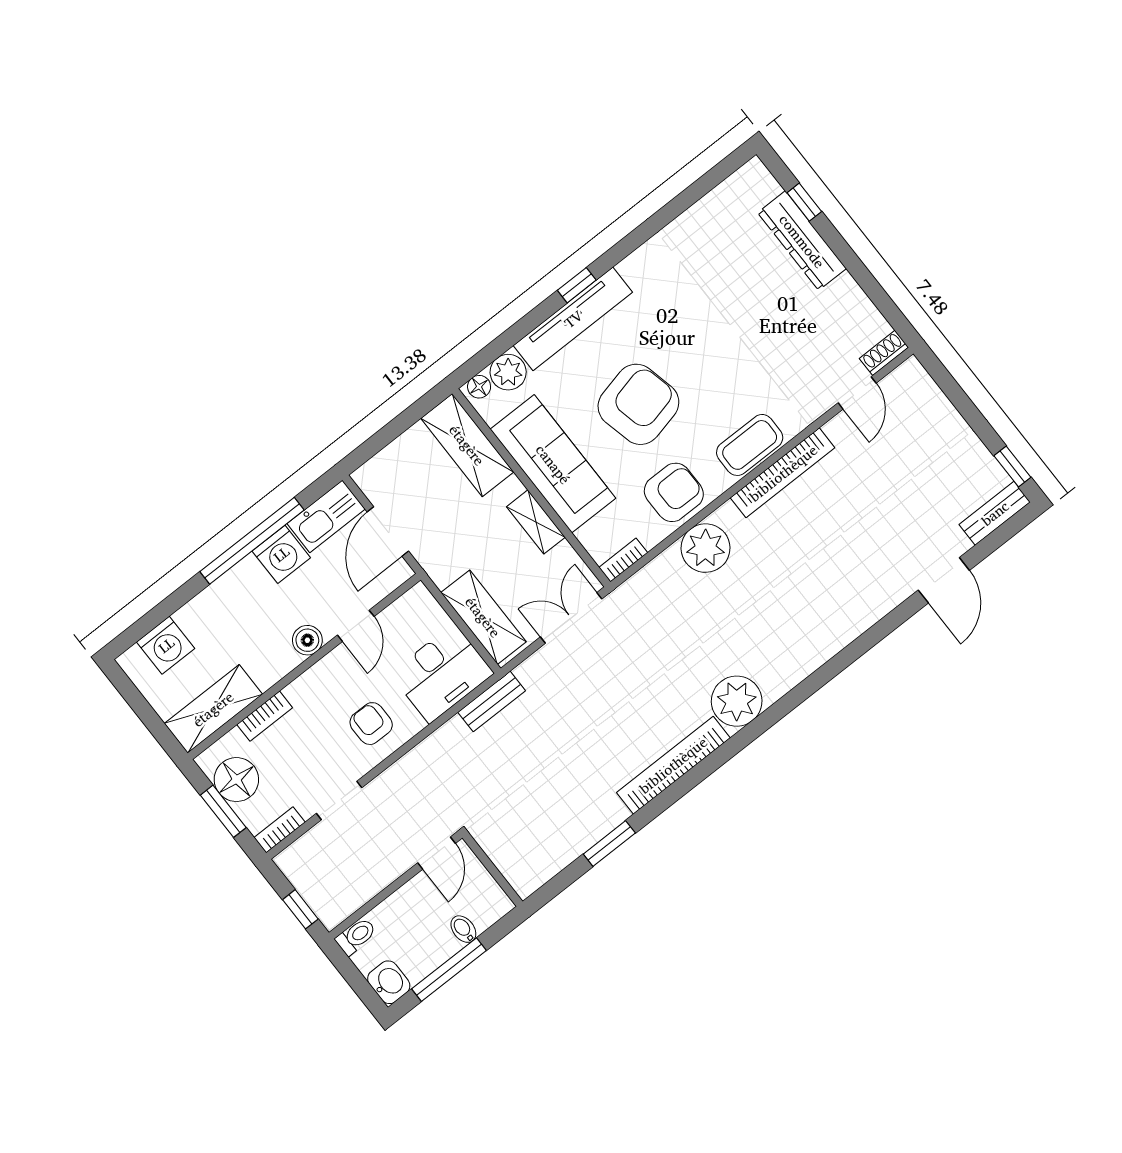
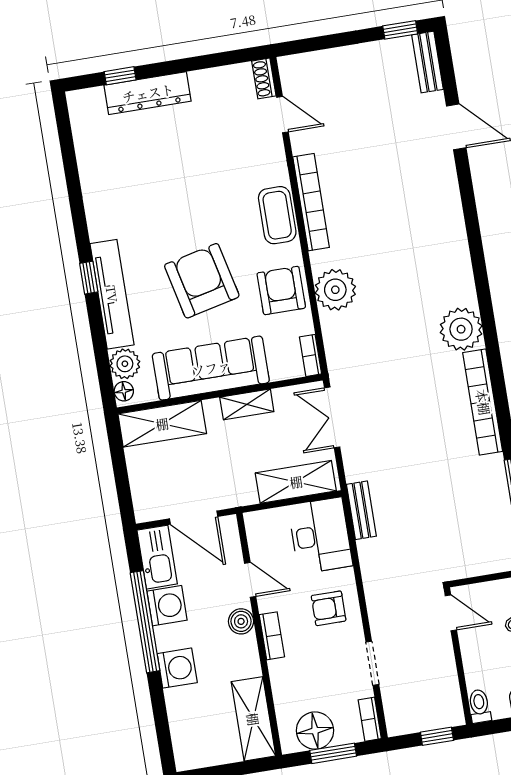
washing machine: (166, 645) -> (177, 668), moved
bookcase: (265, 716) -> (272, 636), moved

